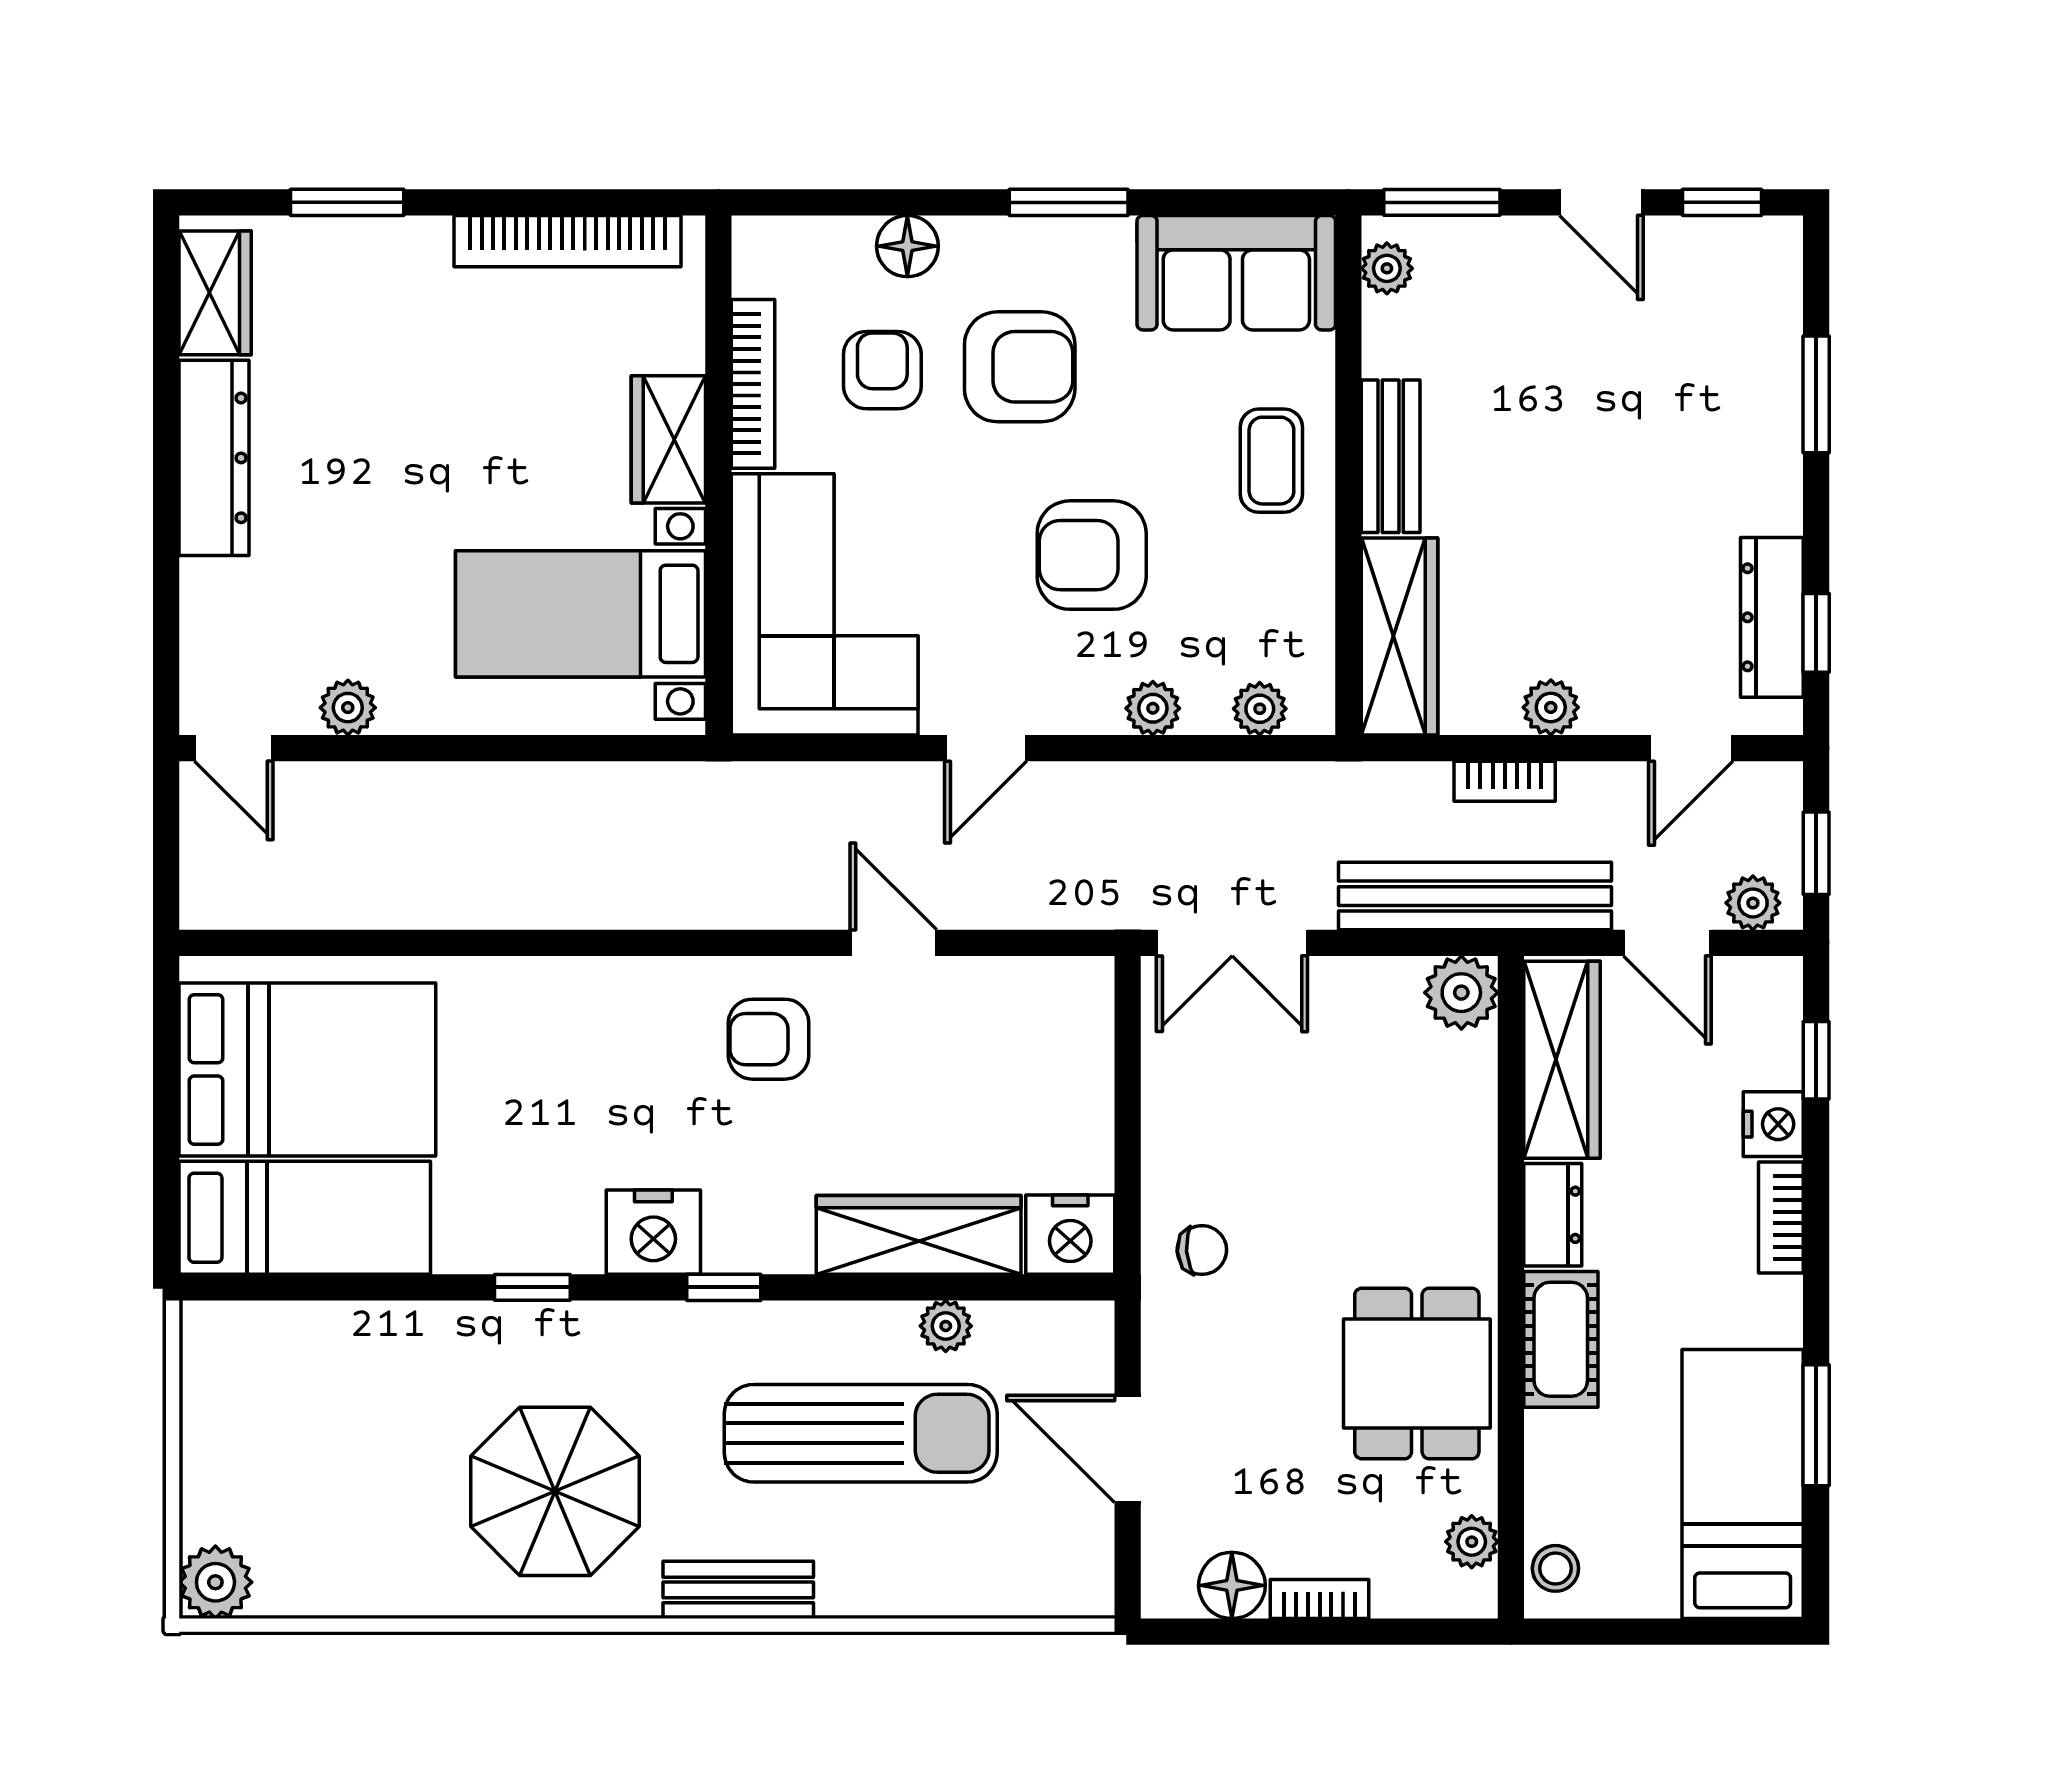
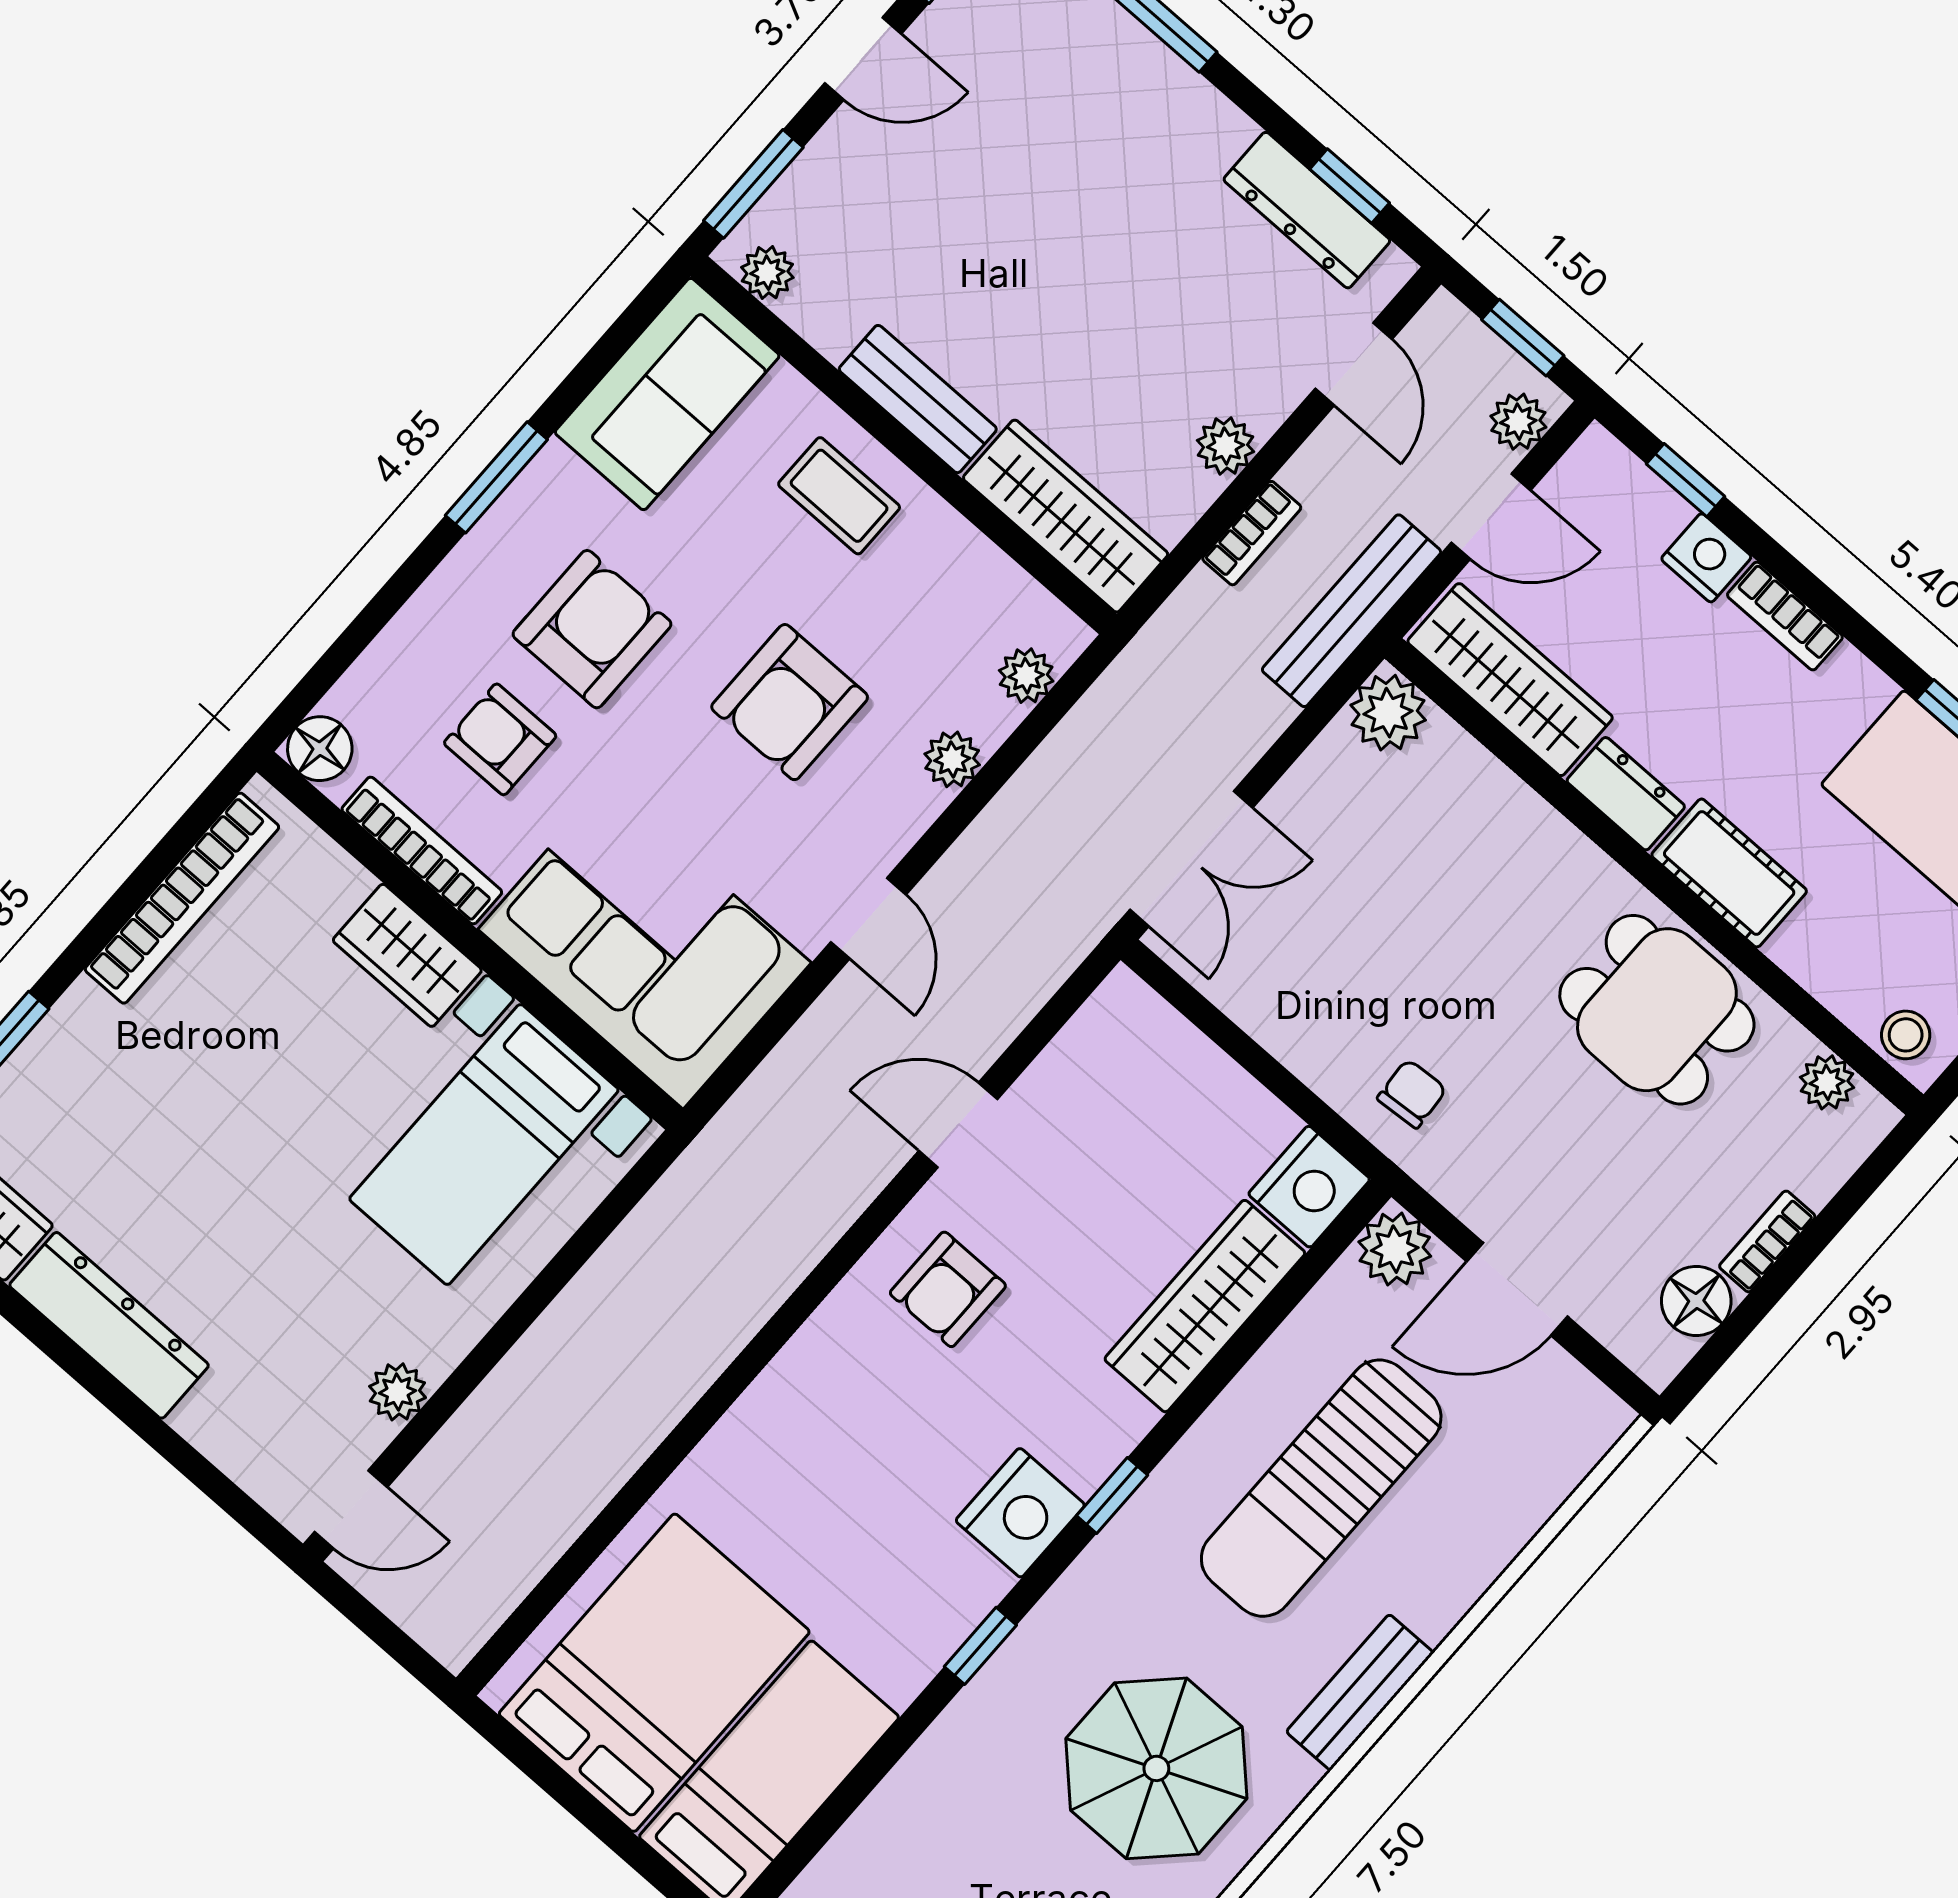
floor lamp: (907, 246) -> (320, 749), moved
bench: (1475, 896) -> (1351, 611), width x0.73, depth x0.82
plant: (946, 1326) -> (1395, 1249), moved, width x1.38, depth x1.38
sun lounger: (861, 1433) -> (1321, 1488), turned 180

